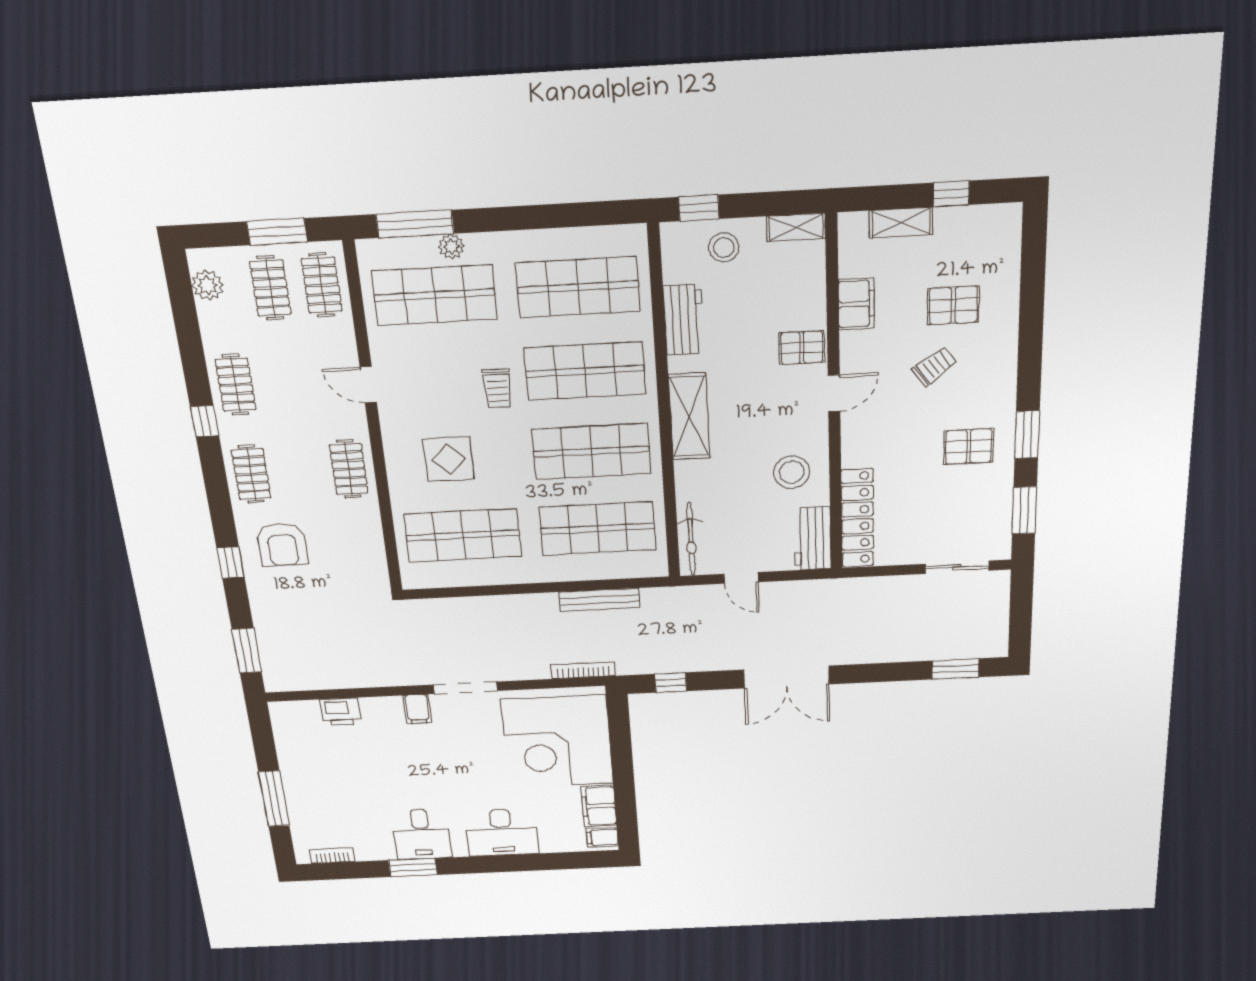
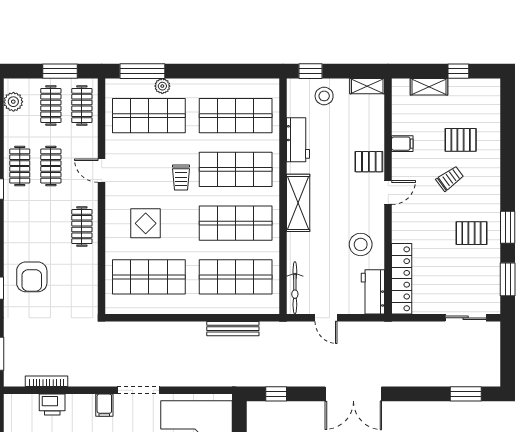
filing cabinet: (856, 304) -> (402, 144), width x0.50
clothes rail: (251, 474) -> (51, 166), moved
bookcase: (583, 670) -> (47, 381), moved

